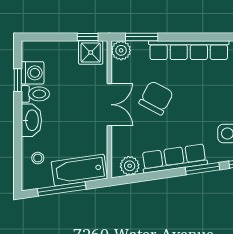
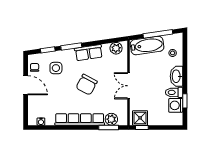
plant: (121, 50) -> (111, 119), moved
chair: (156, 98) -> (87, 85), moved
row of seats: (174, 158) -> (89, 53), width x0.68

